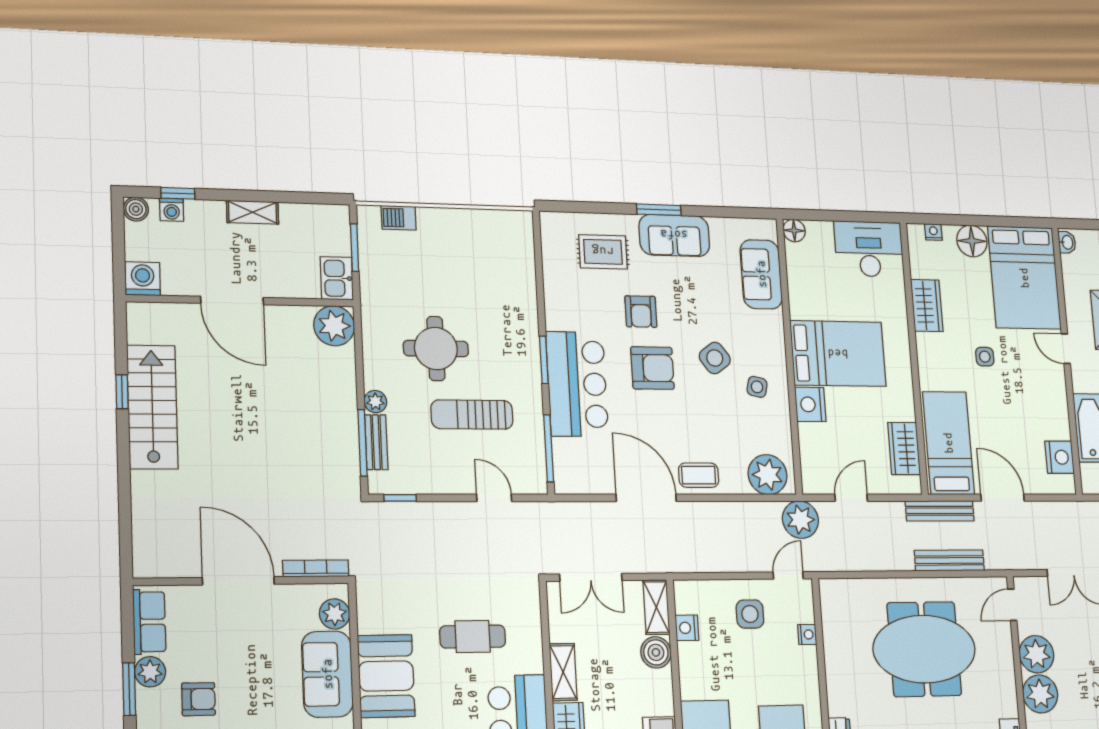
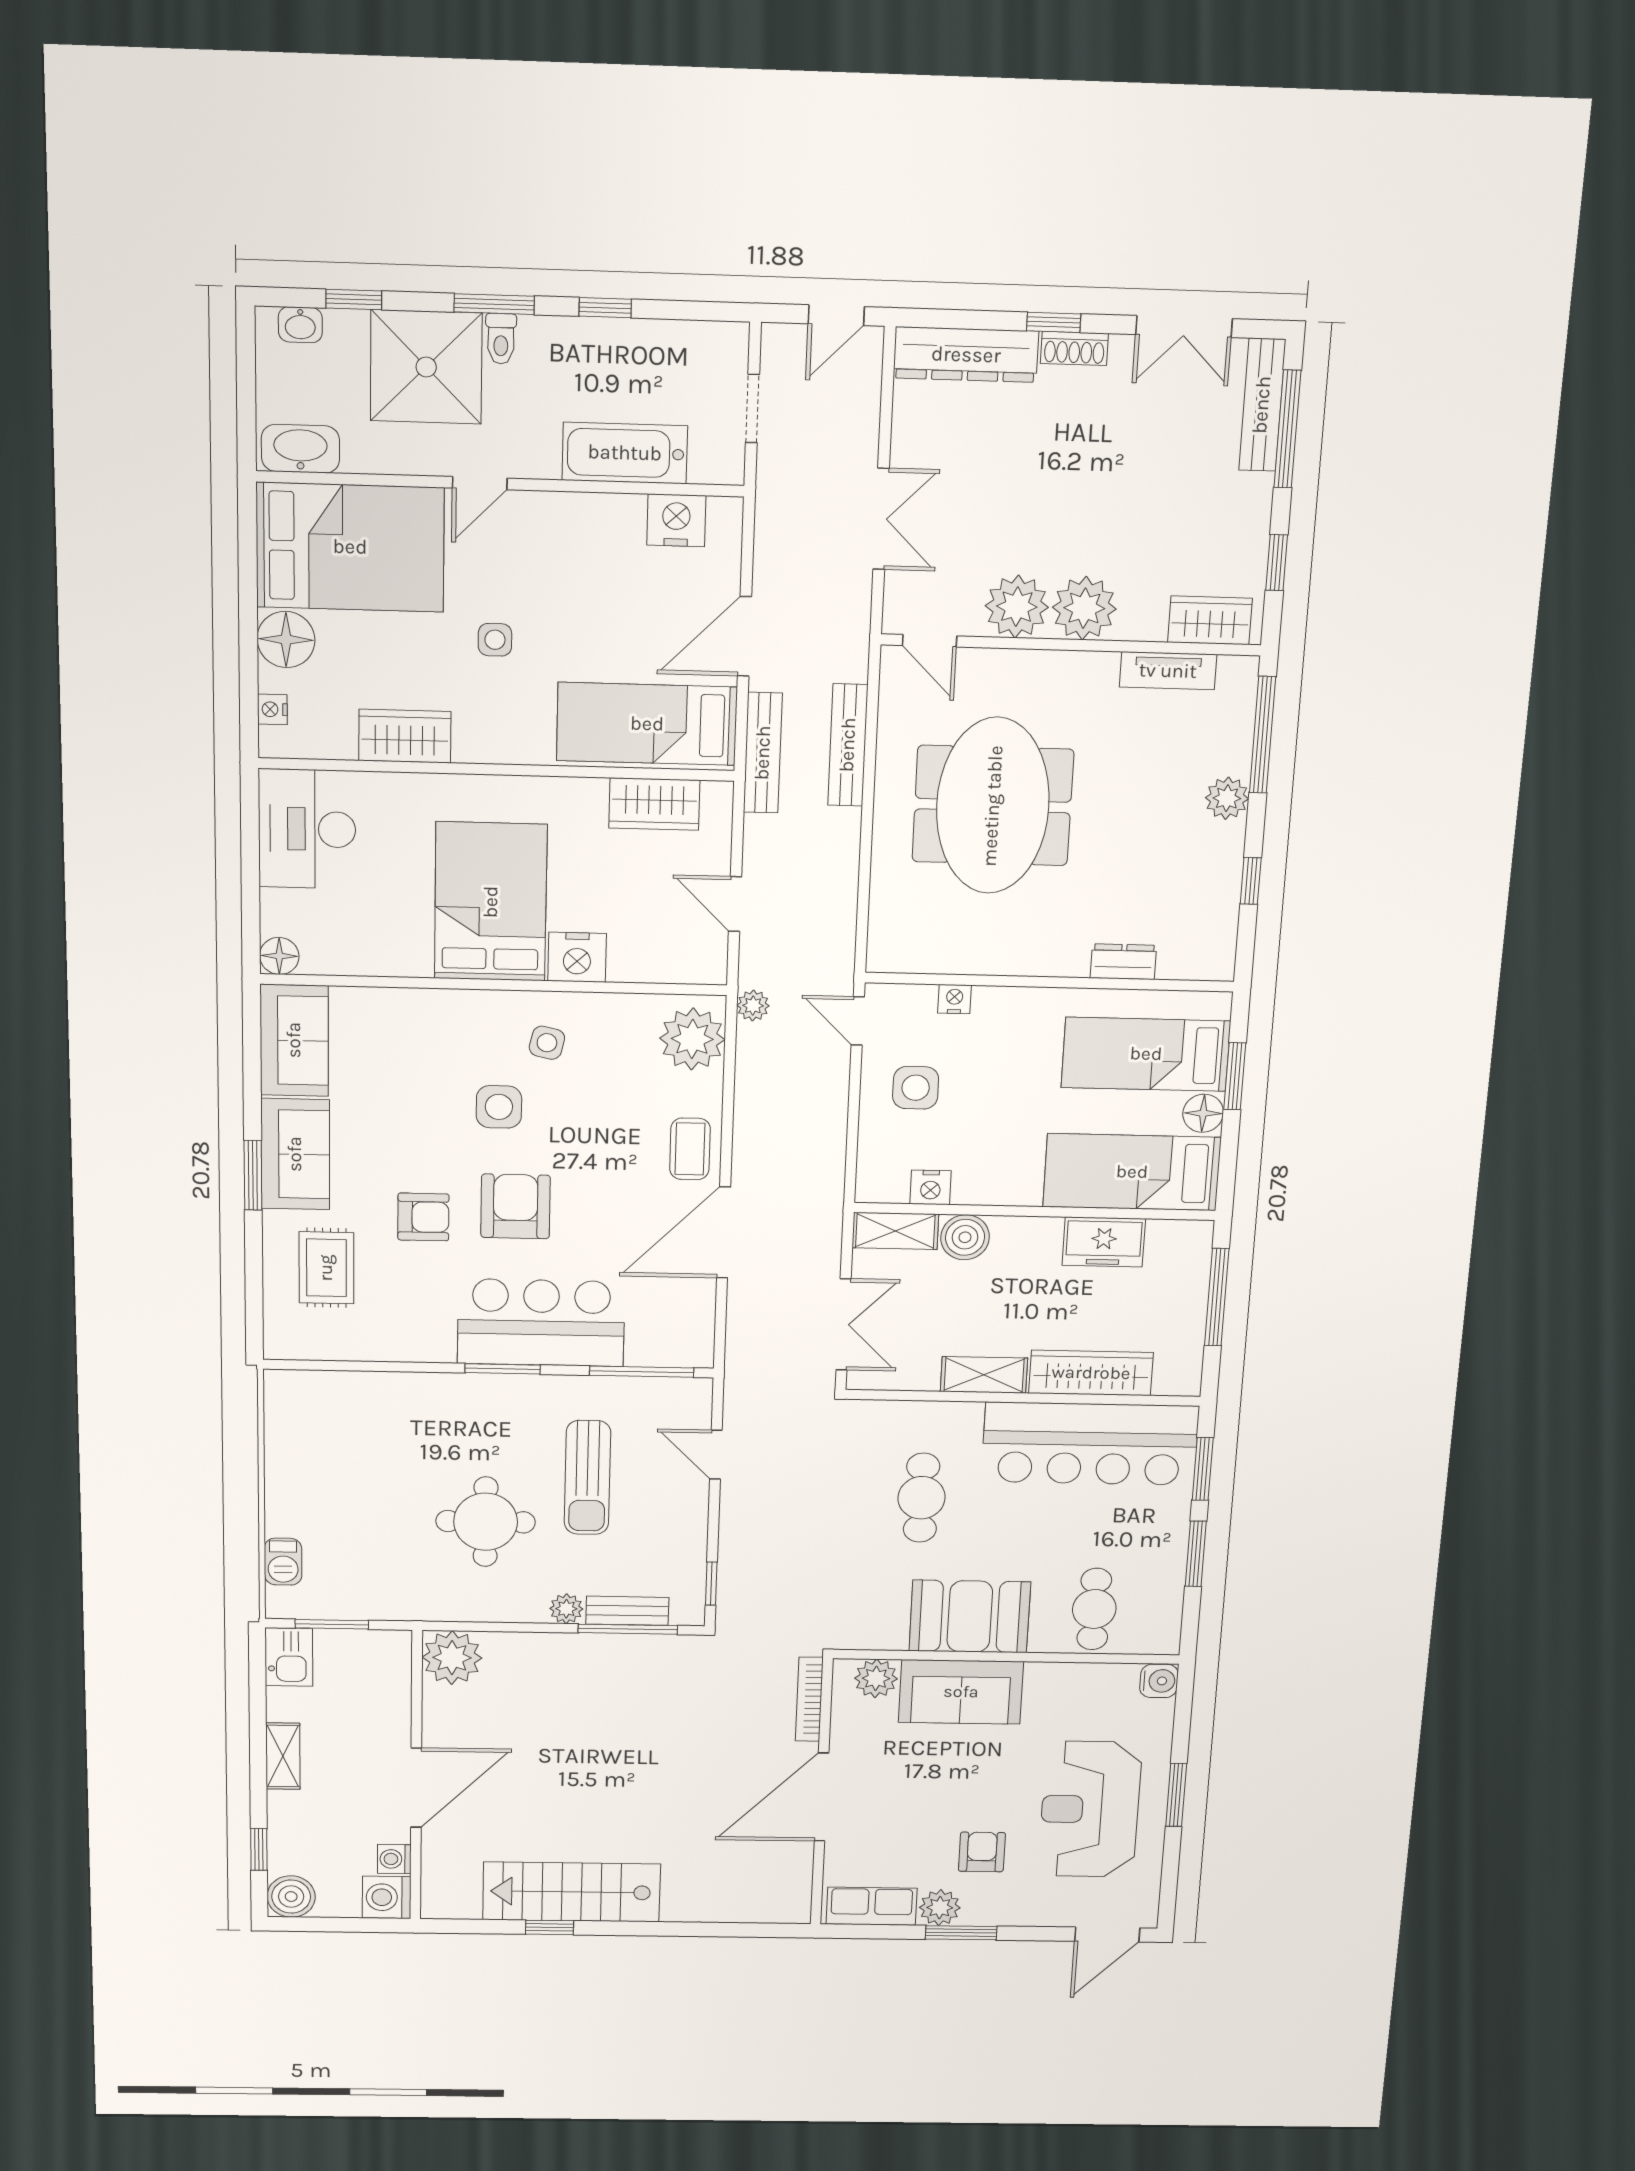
boiler: (136, 209) -> (291, 1897), width x1.36, depth x1.36
washing machine: (172, 210) -> (394, 1859), moved, turned 180
washbasin: (1067, 242) -> (300, 449), width x1.91, depth x1.45
sofa: (761, 274) -> (294, 1040), moved, turned -90
kitchen sink: (337, 278) -> (289, 1657), moved, turned -90
side table: (715, 358) -> (499, 1107), turned 36
door: (494, 498) -> (716, 1455), hinge flipped
plant: (800, 520) -> (753, 1006), width x0.53, depth x0.53

